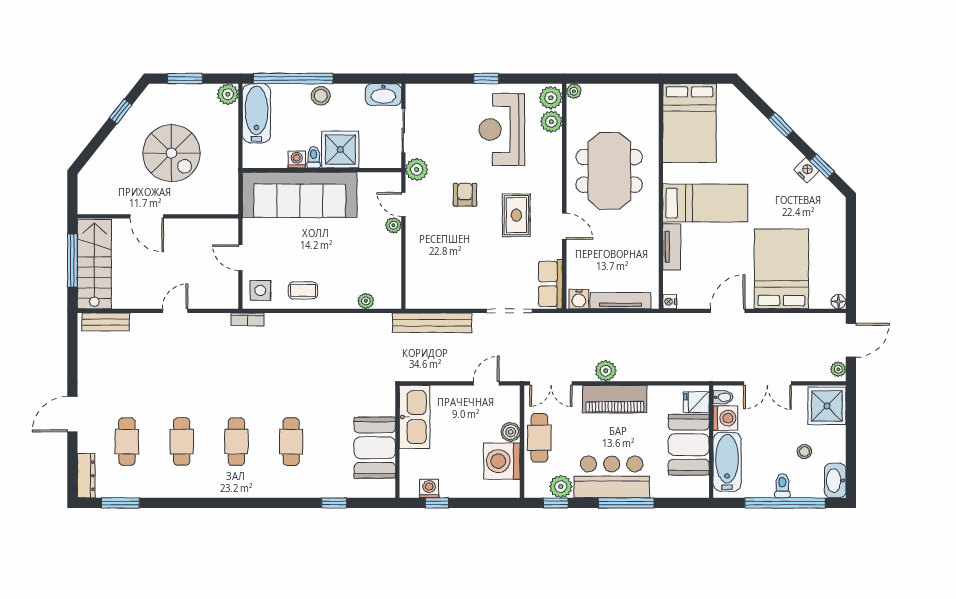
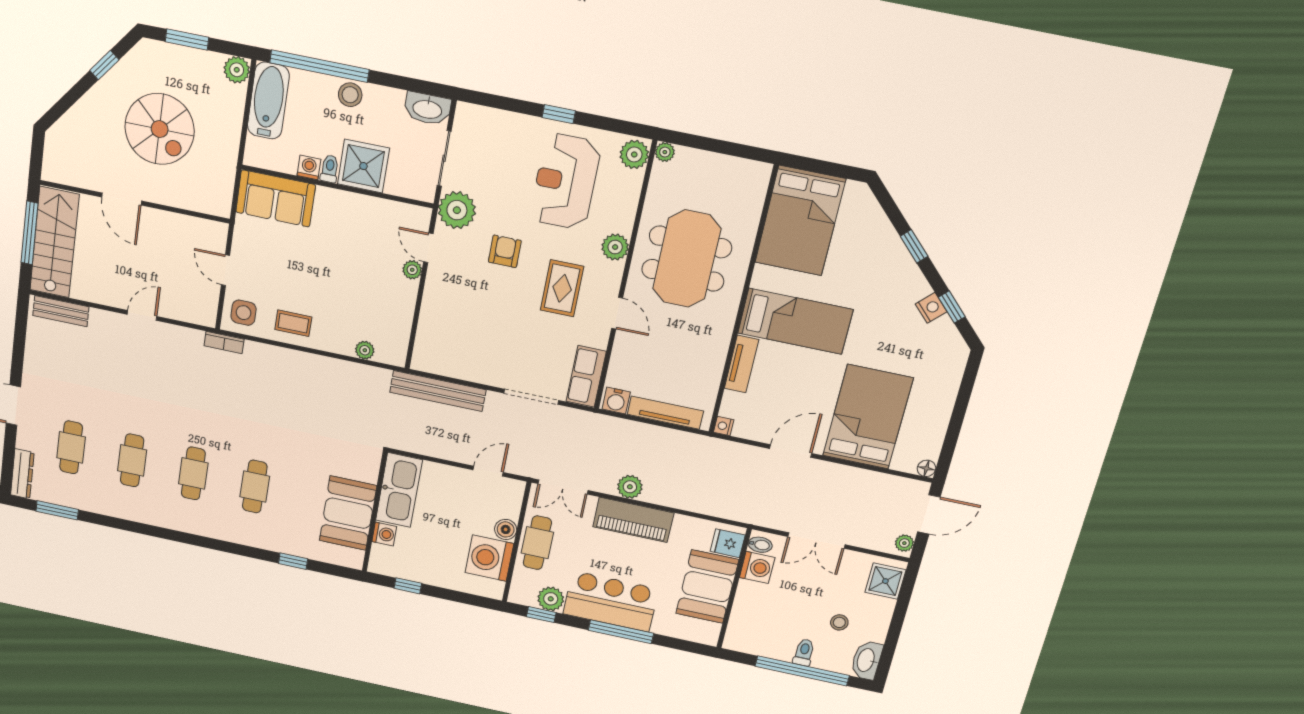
plant: (551, 122) -> (615, 247), moved
plant: (417, 170) -> (457, 210), width x1.36, depth x1.36
sofa: (300, 195) -> (275, 198), width x0.54, depth x0.79
shower: (827, 406) -> (885, 581), width x0.73, depth x0.73
bathtub: (727, 462) -> (747, 614), removed
washing machine: (429, 488) -> (384, 534), moved, turned 90

